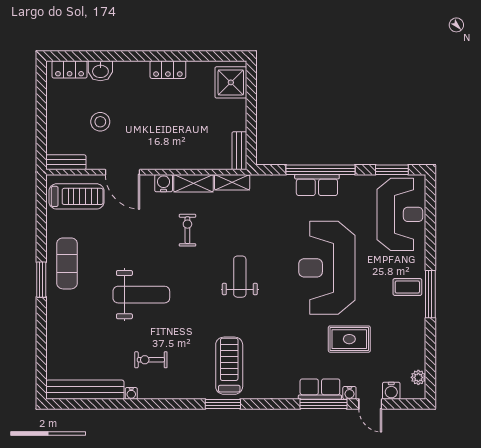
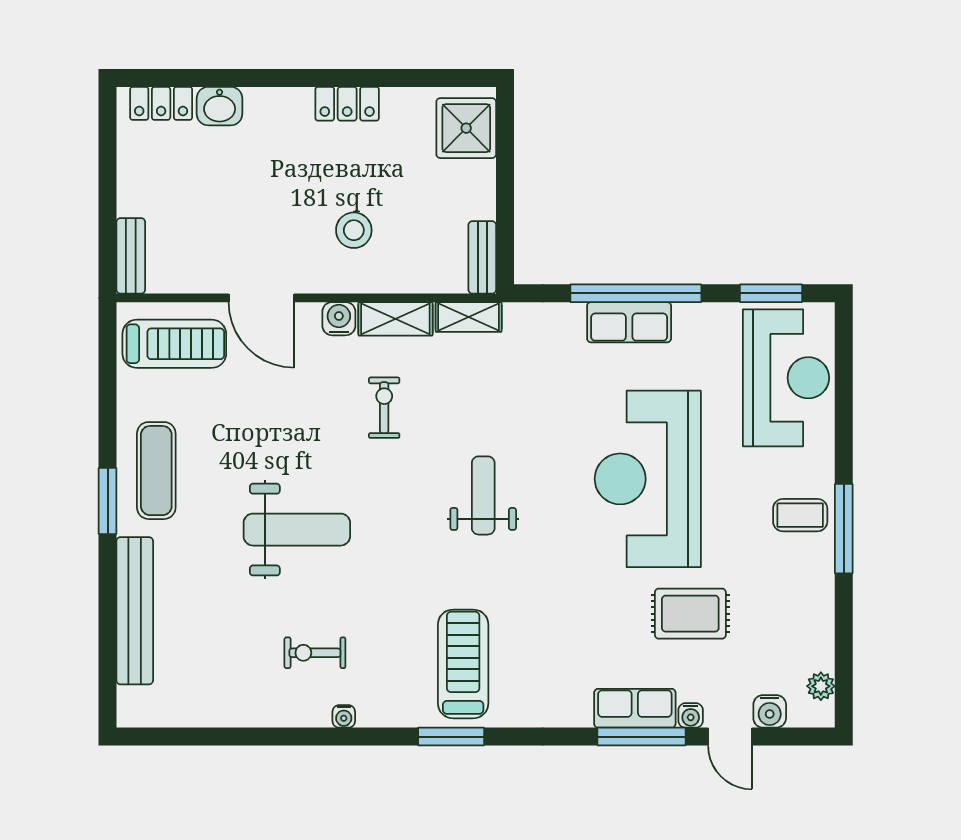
stool: (100, 122) -> (354, 230), moved
bench: (66, 162) -> (131, 256), moved, turned 90
bench: (85, 390) -> (135, 611), moved, turned 90
water cooler: (131, 393) -> (344, 716), moved

